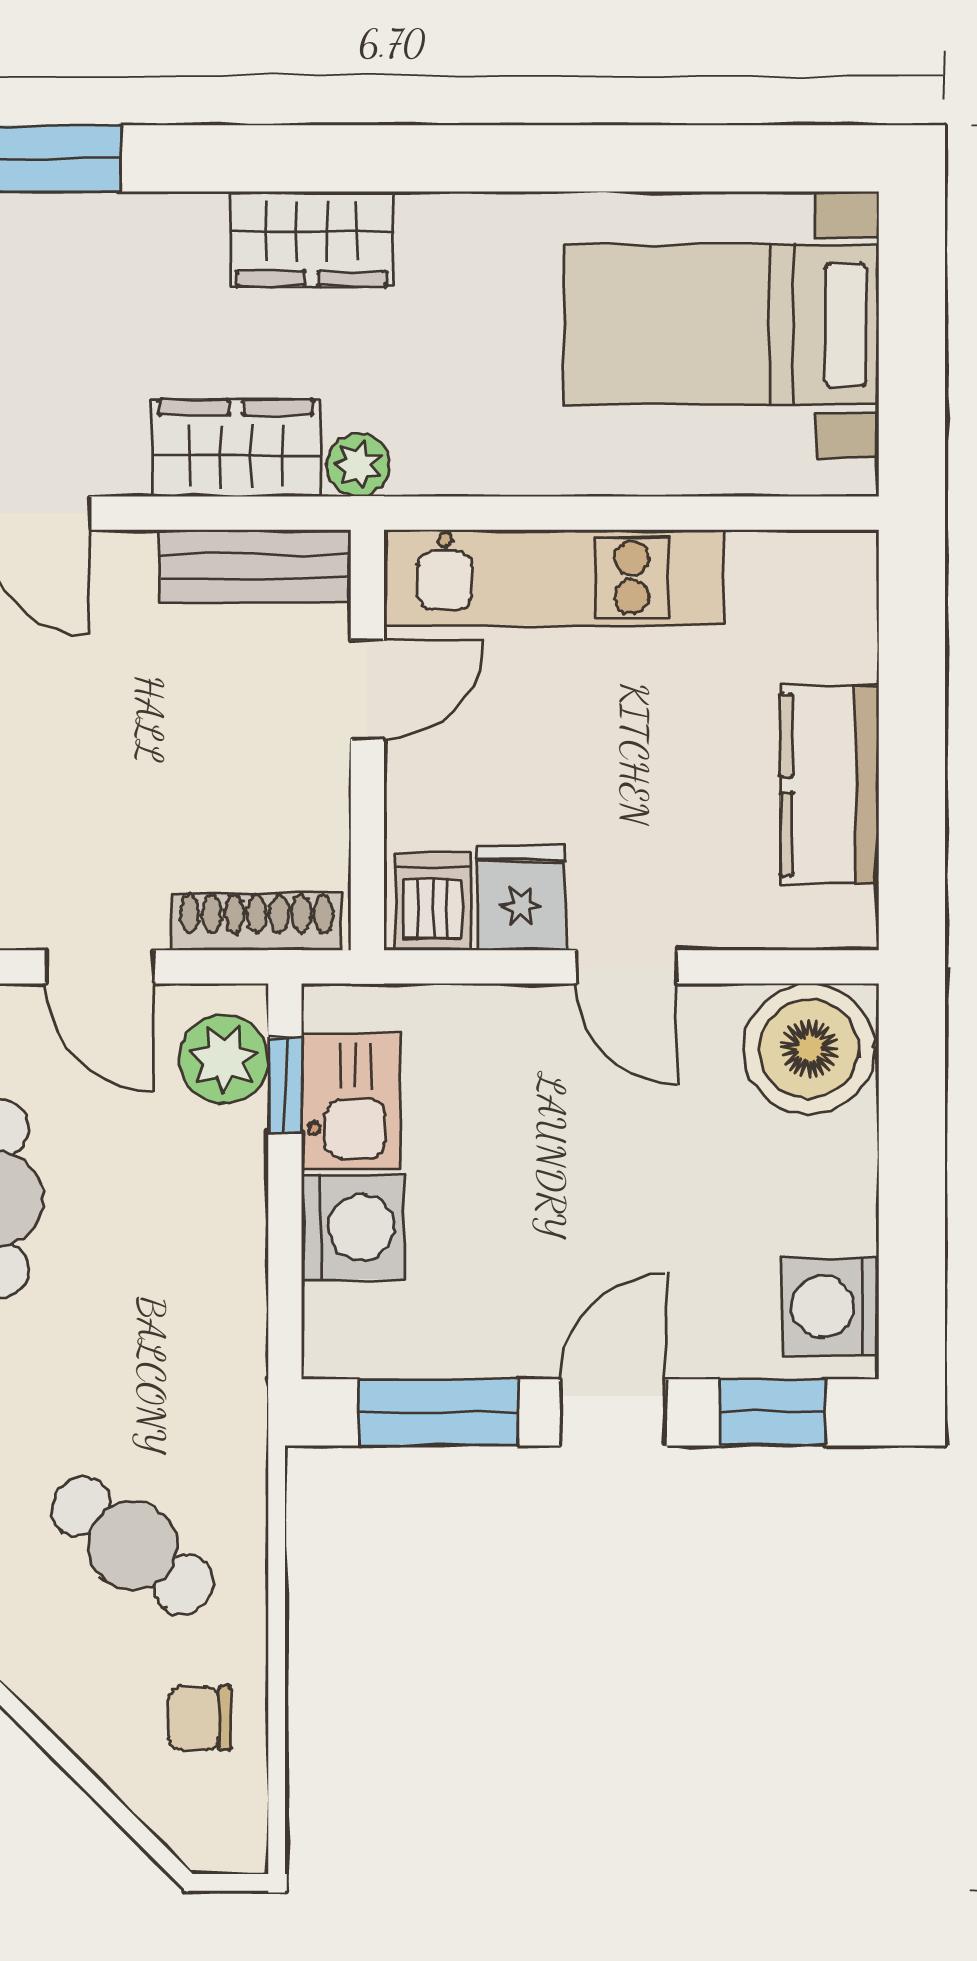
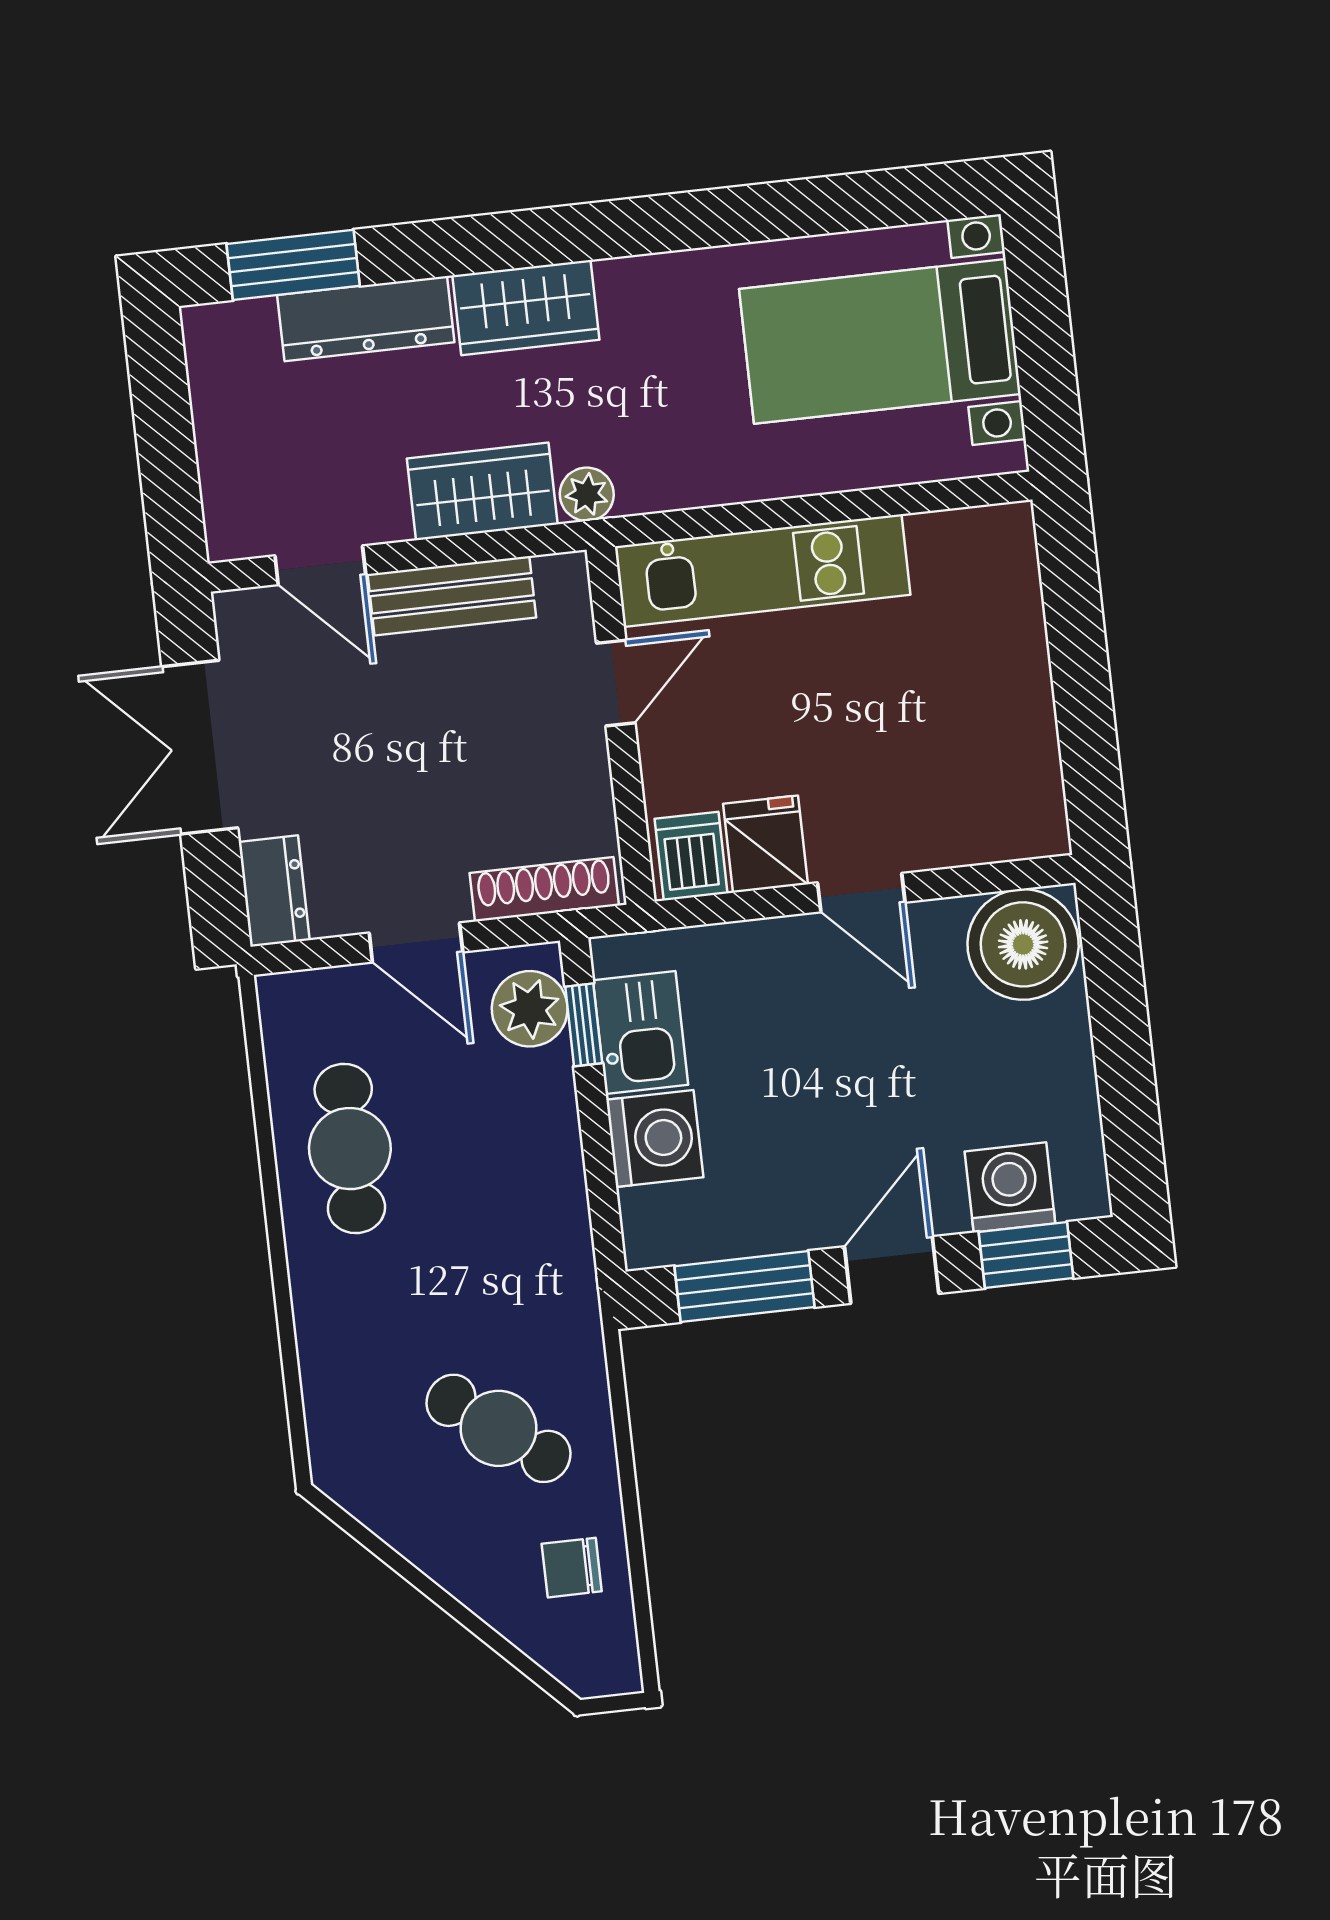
dresser: (123, 231) -> (366, 319), added
bench: (255, 566) -> (452, 596), moved
kitchen counter: (830, 785) -> (1015, 719), removed
washing machine: (831, 1306) -> (1010, 1187), moved, turned 90

